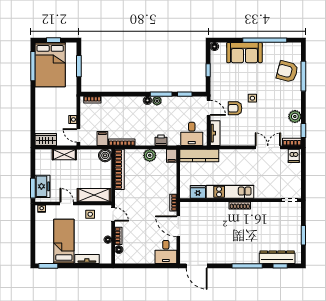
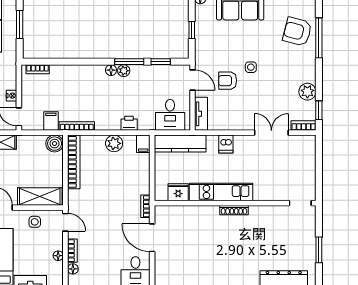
dishwasher: (294, 156) -> (226, 144), moved

